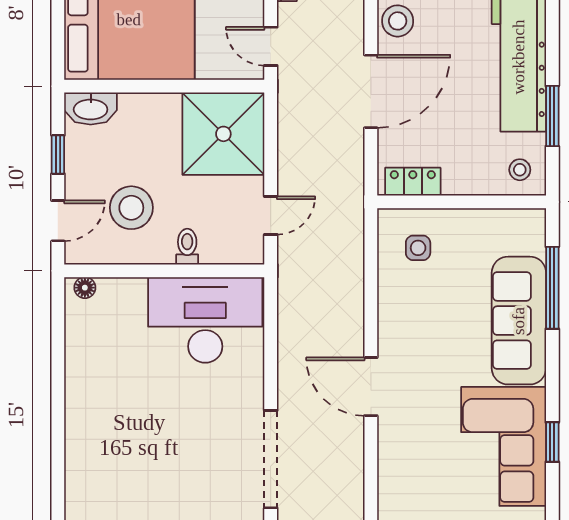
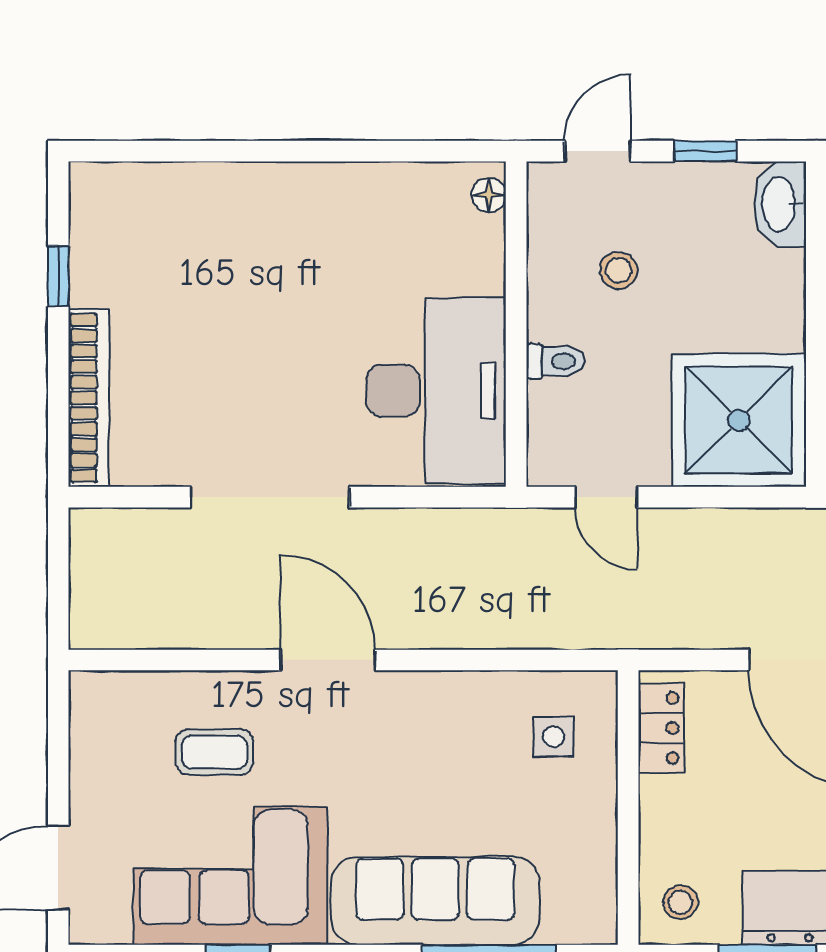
stool: (131, 208) -> (619, 270), width x0.53, depth x0.53
door: (58, 221) -> (597, 151), swing flipped
door: (371, 387) -> (328, 660), hinge flipped
coffee table: (428, 456) -> (214, 752), added
doorway: (271, 459) -> (270, 497), moved

